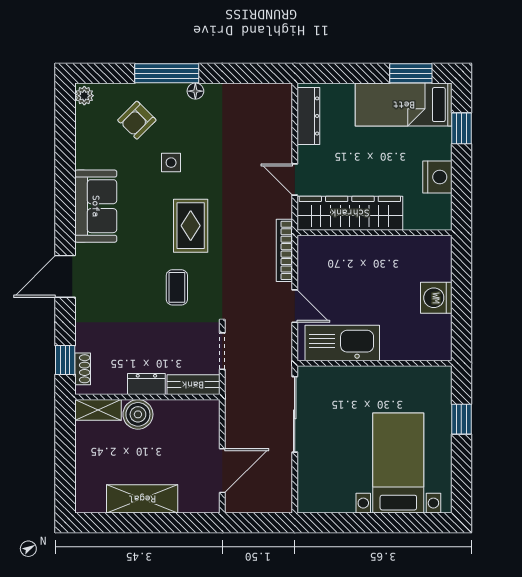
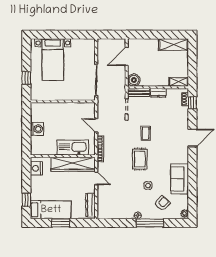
window: (411, 73) -> (61, 223), moved
nightstand: (437, 177) -> (36, 168), moved
sofa: (96, 206) -> (180, 179), moved
kitchen sink: (342, 343) -> (73, 148), moved, turned 180
boiler: (138, 414) -> (134, 80), moved
shelving: (142, 499) -> (173, 45), moved

